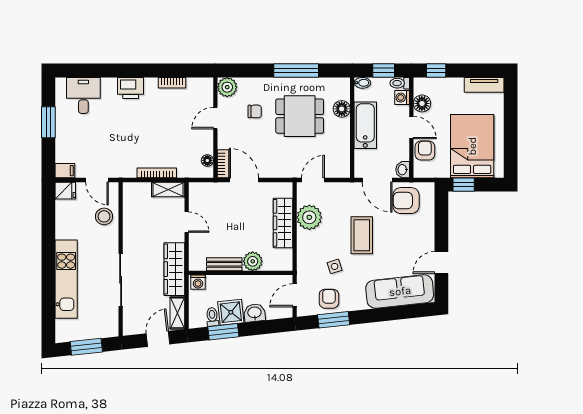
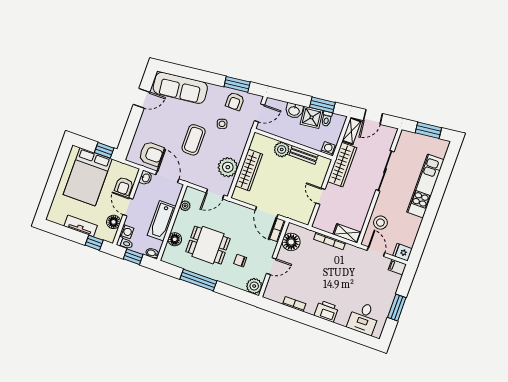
tv unit: (484, 85) -> (81, 226), moved
plant: (344, 153) -> (185, 206), added
floor lamp: (207, 161) -> (291, 242), width x1.89, depth x1.89
shelving: (168, 189) -> (347, 233), moved

